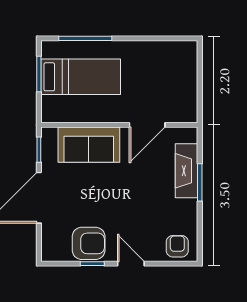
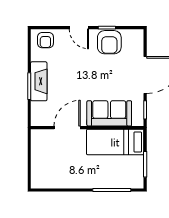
bed: (81, 77) -> (115, 142), moved
fireplace: (187, 171) -> (39, 81), moved
armchair: (89, 243) -> (109, 42), turned -90

